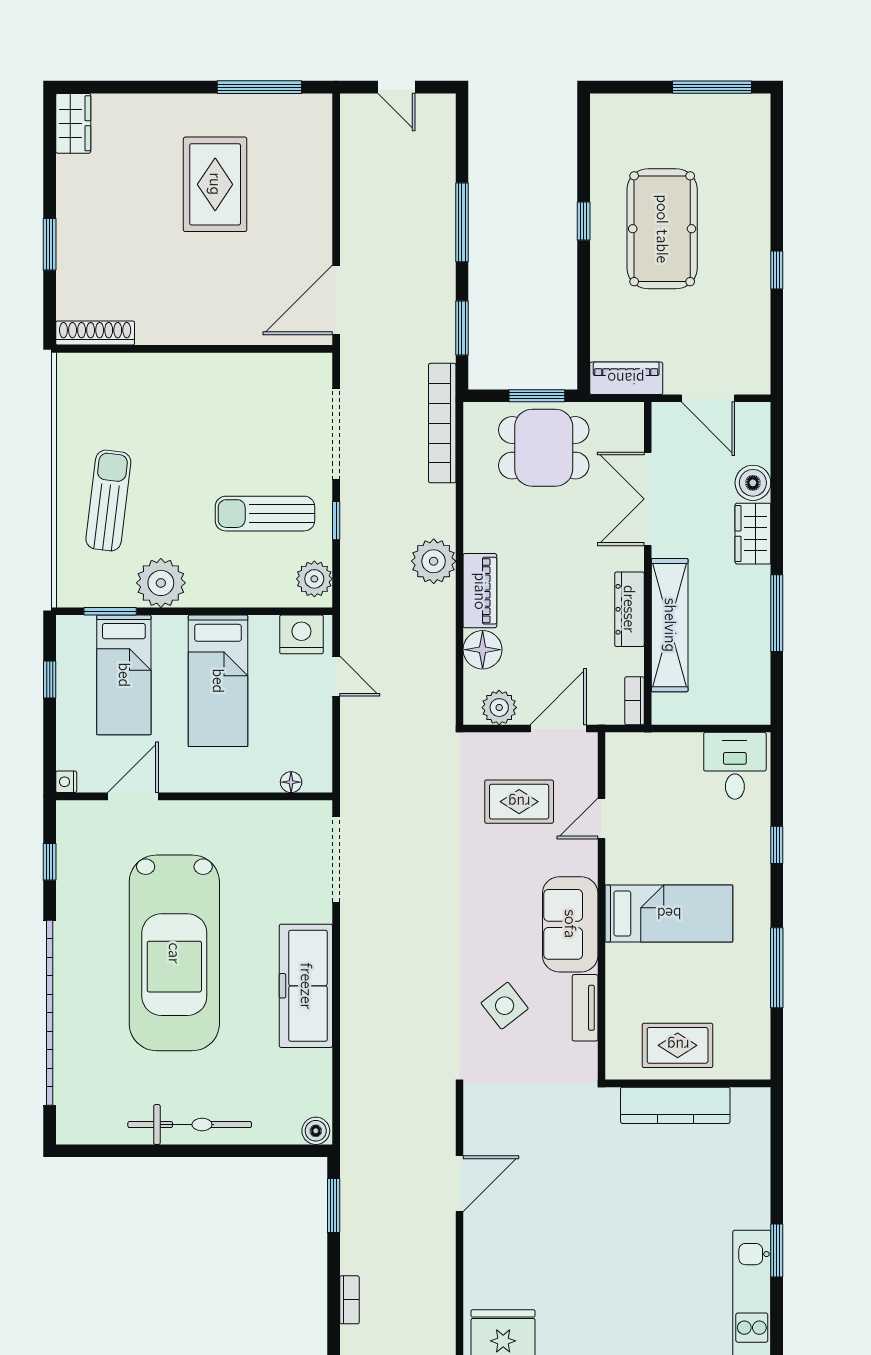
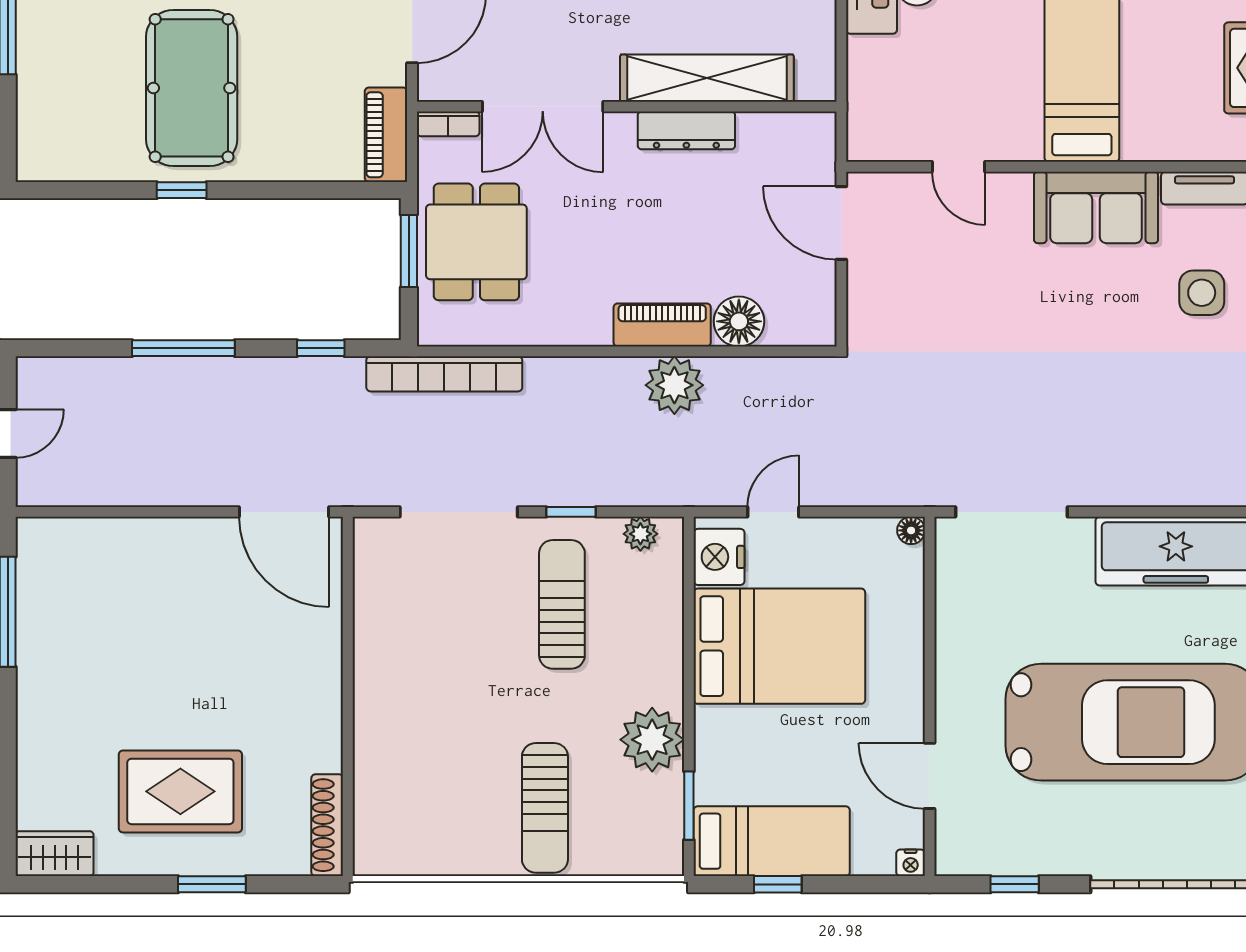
rug: (215, 184) -> (180, 791), moved
pool table: (662, 229) -> (192, 88), turned 90
window: (462, 328) -> (321, 348), width x0.67
sun lounger: (108, 500) -> (545, 808), turned -97
sun lounger: (265, 514) -> (562, 604), turned 180
plant: (434, 561) -> (674, 385), moved
plant: (314, 579) -> (640, 534), width x0.73, depth x0.73
bed: (124, 675) -> (772, 841), moved
bed: (218, 681) -> (779, 646), width x1.50
bookcase: (634, 701) -> (448, 124), moved
plant: (499, 708) -> (814, 300), removed
floor lamp: (291, 782) -> (911, 530), moved
rug: (519, 802) -> (936, 274), removed
side table: (505, 1006) -> (1202, 293), turned 38

